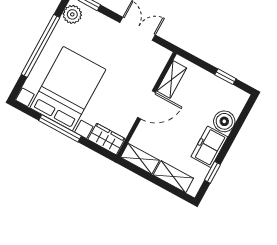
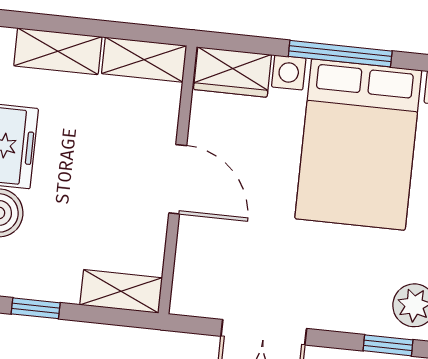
shelving: (172, 79) -> (121, 291), moved, turned 90
door: (147, 105) -> (178, 179), swing flipped

